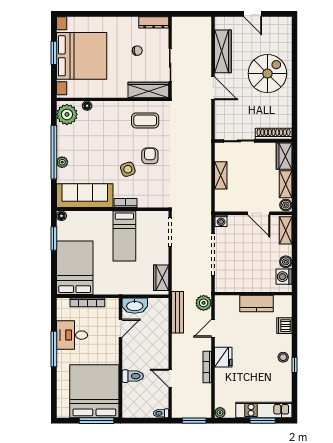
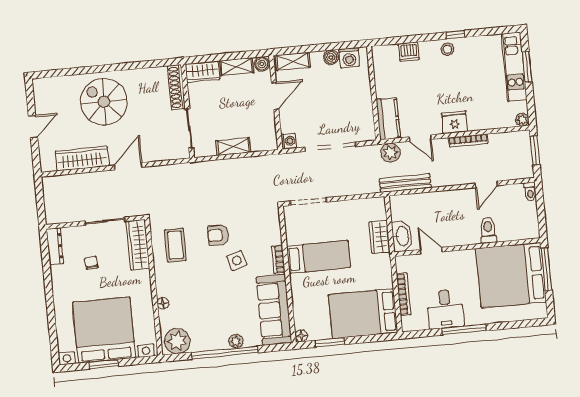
floor lamp: (87, 106) -> (163, 303), moved
wardrobe: (161, 278) -> (379, 237), moved, turned 90
kitchen counter: (256, 304) -> (388, 119), moved

